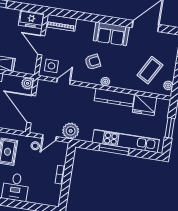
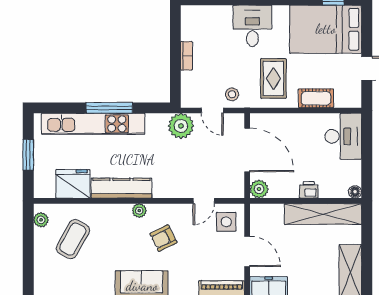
door: (49, 138) -> (212, 110), swing flipped

